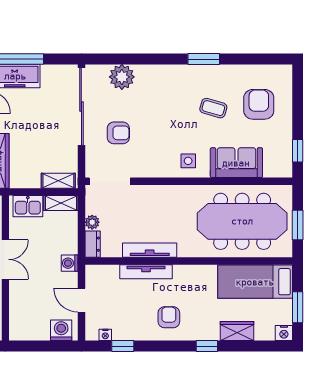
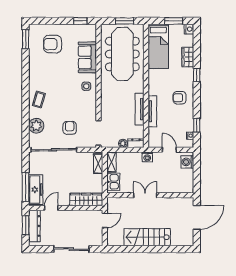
window: (204, 59) -> (26, 39), moved
coffee table: (213, 108) -> (39, 100), moved
door: (81, 300) -> (169, 150), swing flipped

